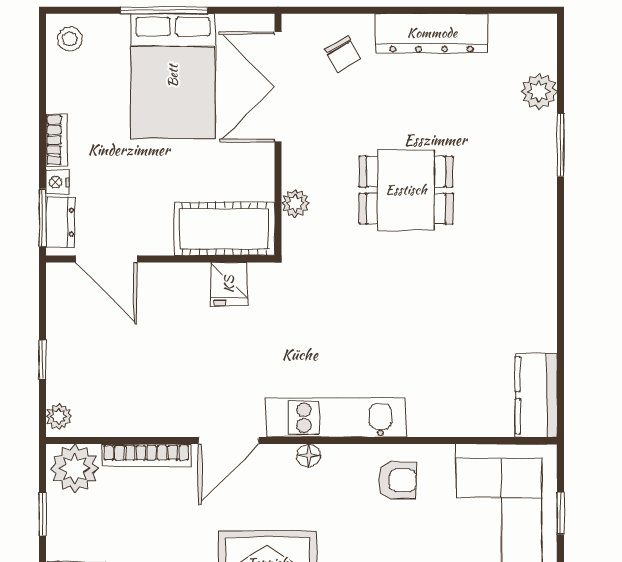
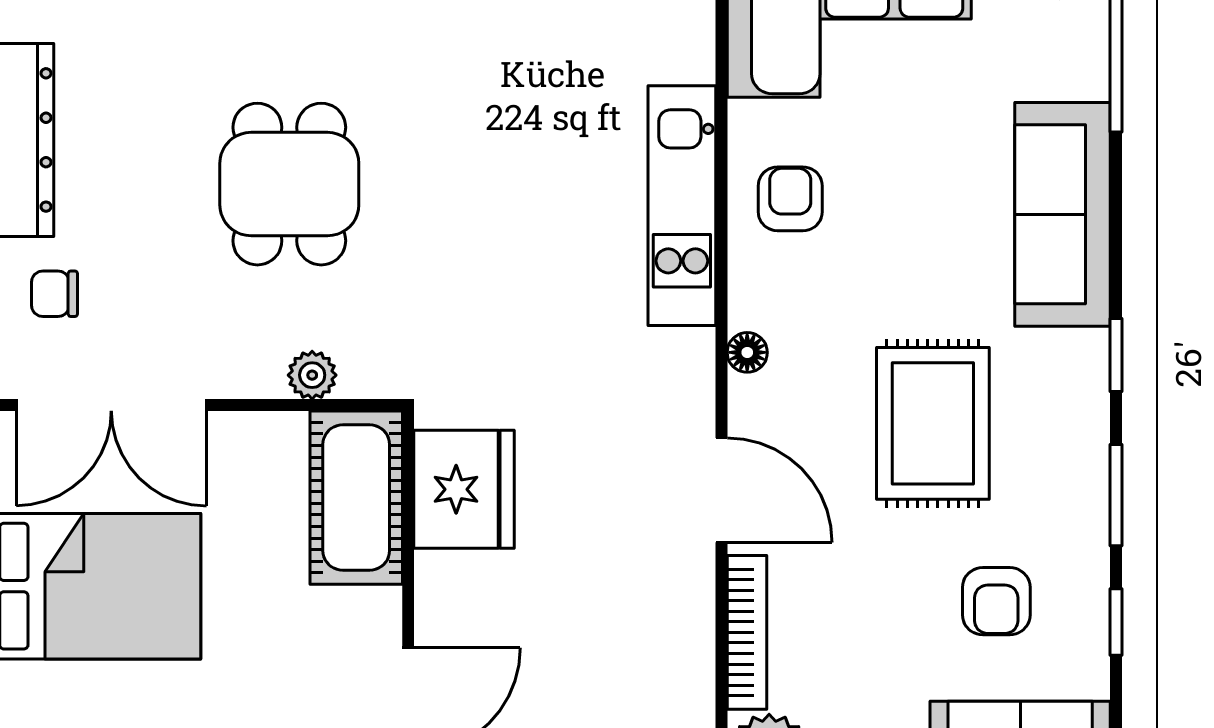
chair: (342, 54) -> (55, 294), turned -150
fridge: (229, 284) -> (464, 489), width x1.88, depth x1.34
kitchen unit: (336, 418) -> (682, 206), moved

